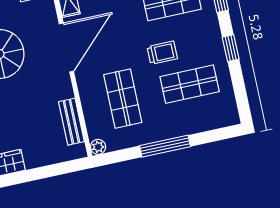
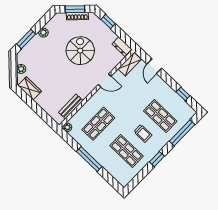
door: (66, 47) -> (105, 80), width x0.53
trolley: (162, 53) -> (143, 133), moved

